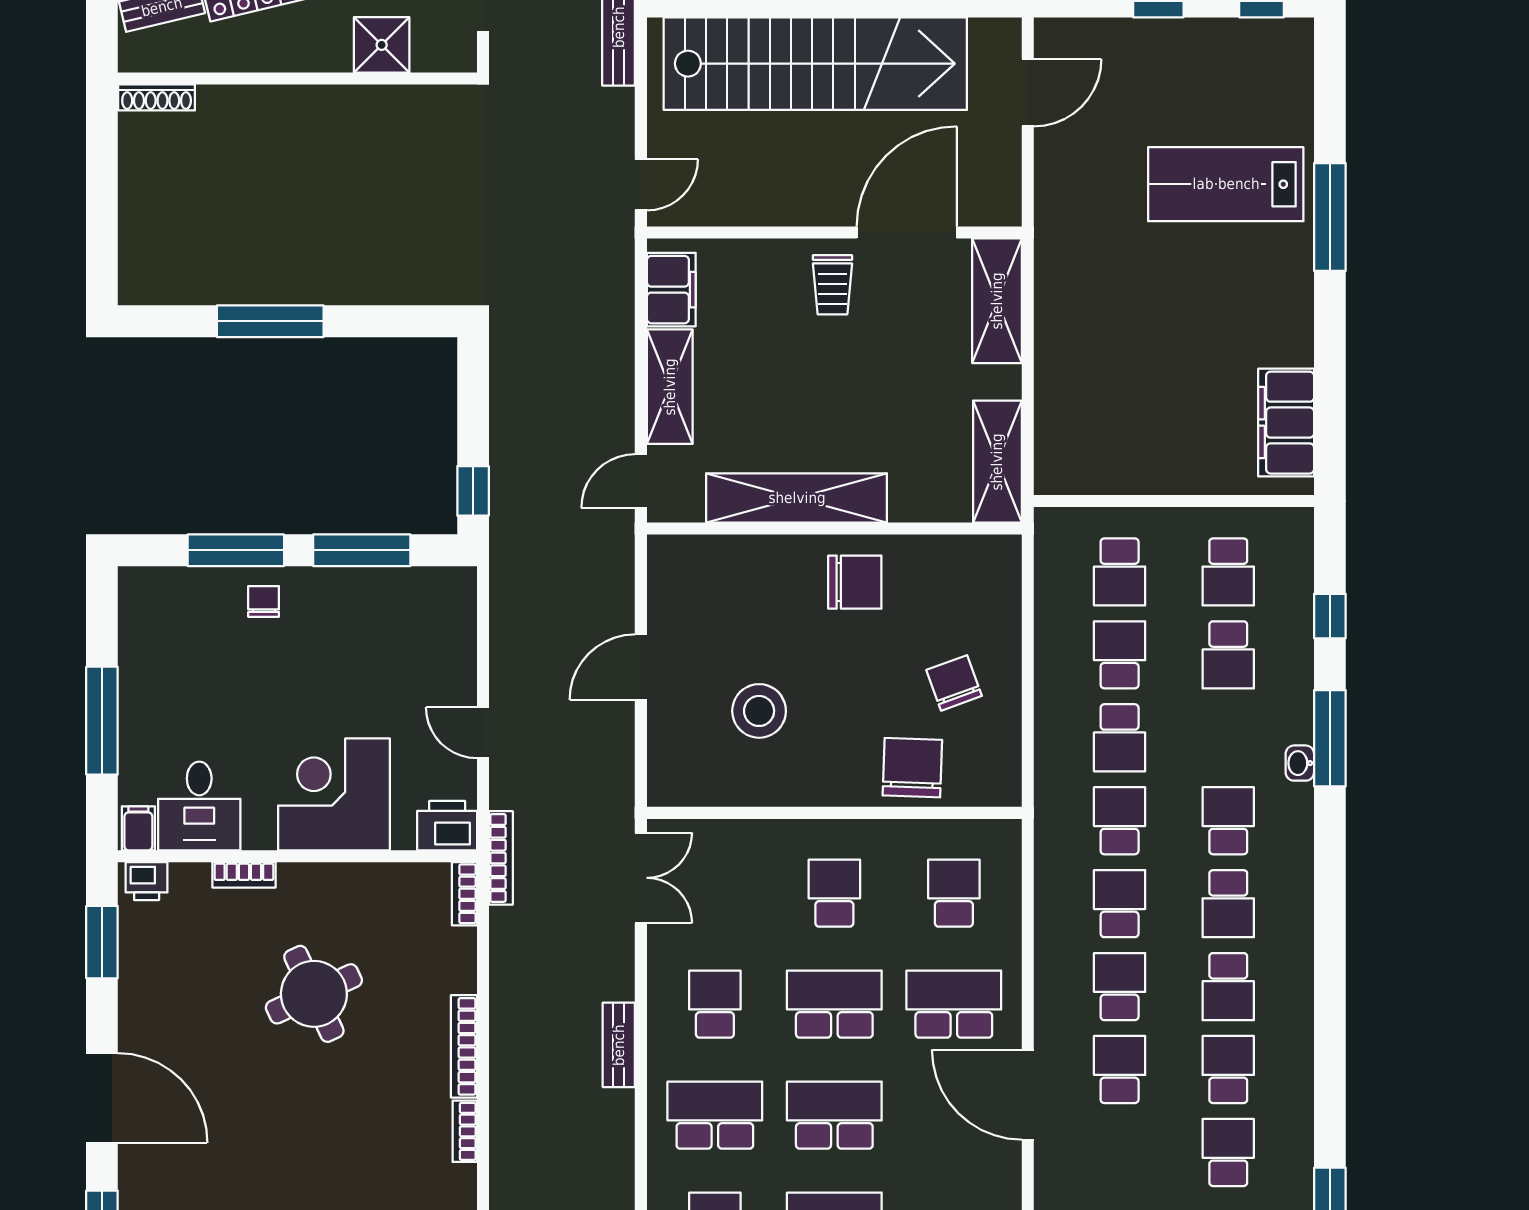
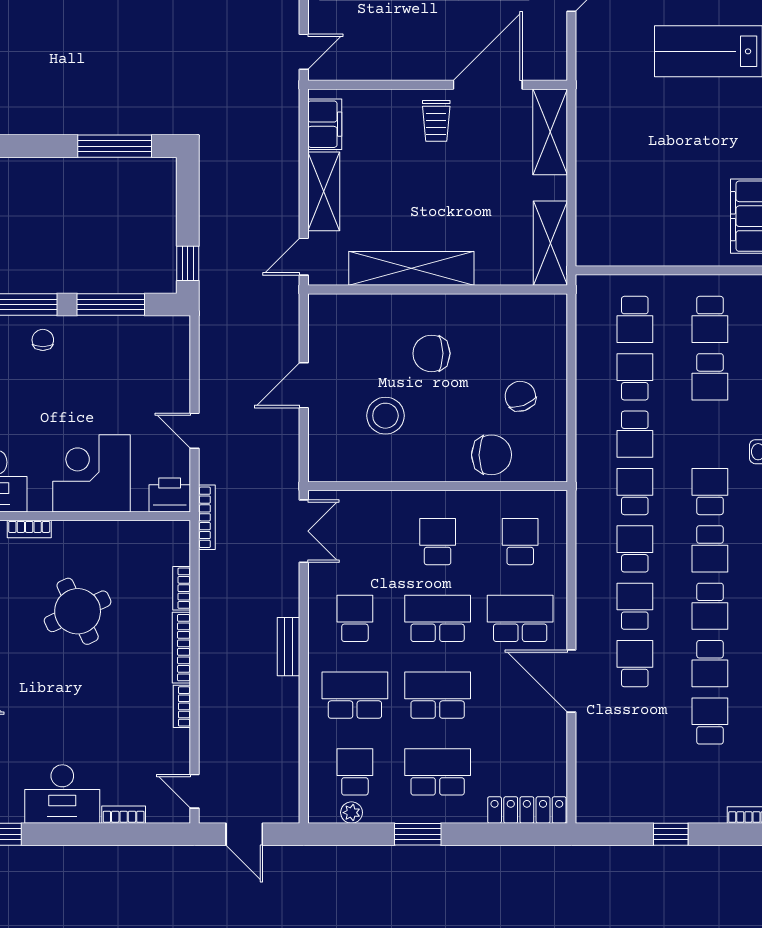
window: (270, 321) -> (115, 146), moved
chair: (855, 582) -> (431, 353), moved, turned 180
chair: (912, 768) -> (492, 455), turned 88
bookcase: (464, 894) -> (182, 588), moved
school desk: (1228, 1070) -> (710, 664), turned 180

